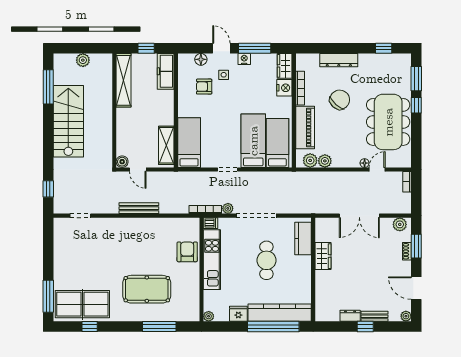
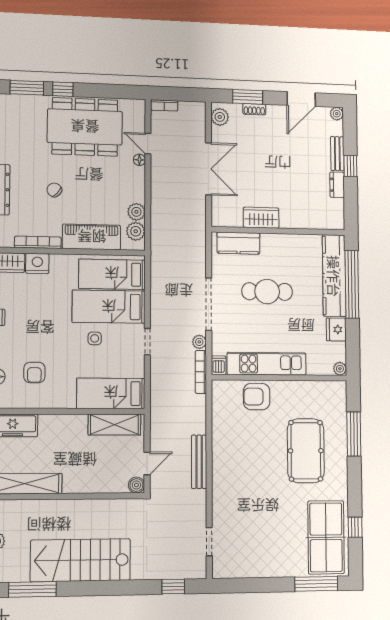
side table: (224, 75) -> (95, 338), moved
chair: (340, 100) -> (54, 190), width x0.54, depth x0.54

